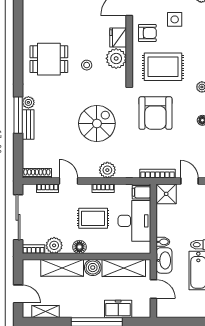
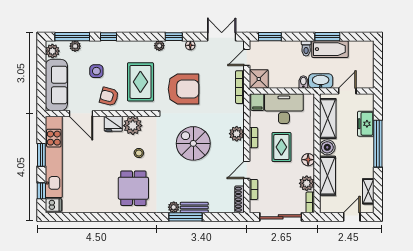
armchair: (147, 33) -> (109, 97), turned -75

